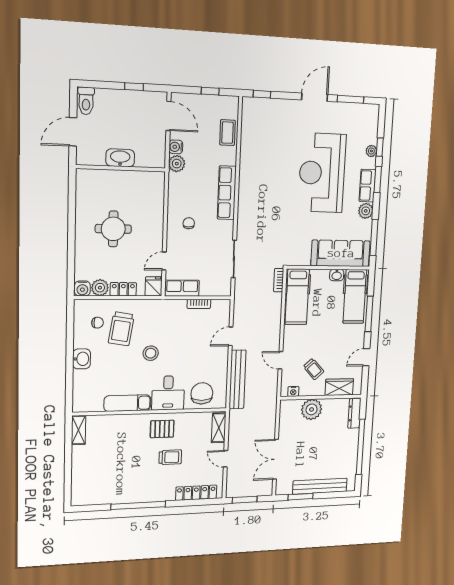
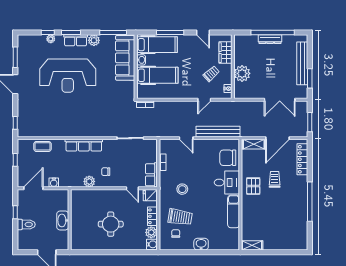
toilet: (86, 101) -> (26, 224), moved
plant: (177, 164) -> (89, 181), moved
hospital bed: (297, 297) -> (157, 75), moved
stool: (151, 353) -> (182, 189), moved
dresser: (354, 413) -> (270, 39), moved
door: (226, 459) -> (277, 138), width x1.87

